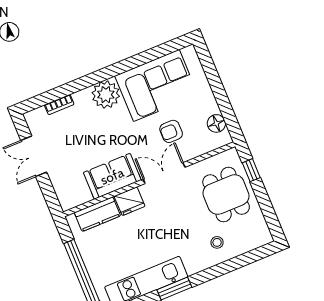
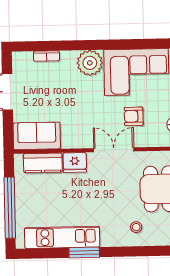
sofa: (112, 176) -> (37, 136), moved

